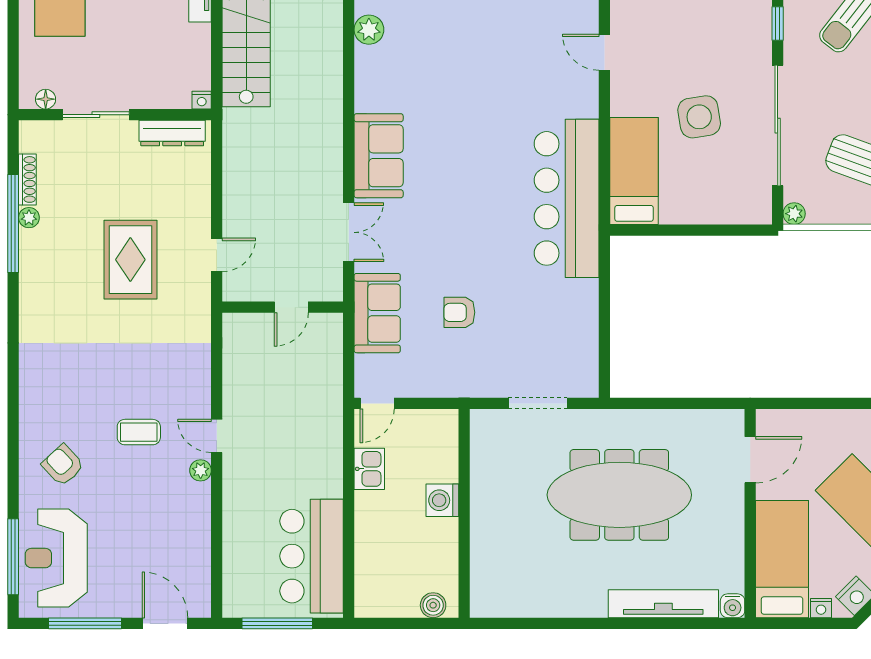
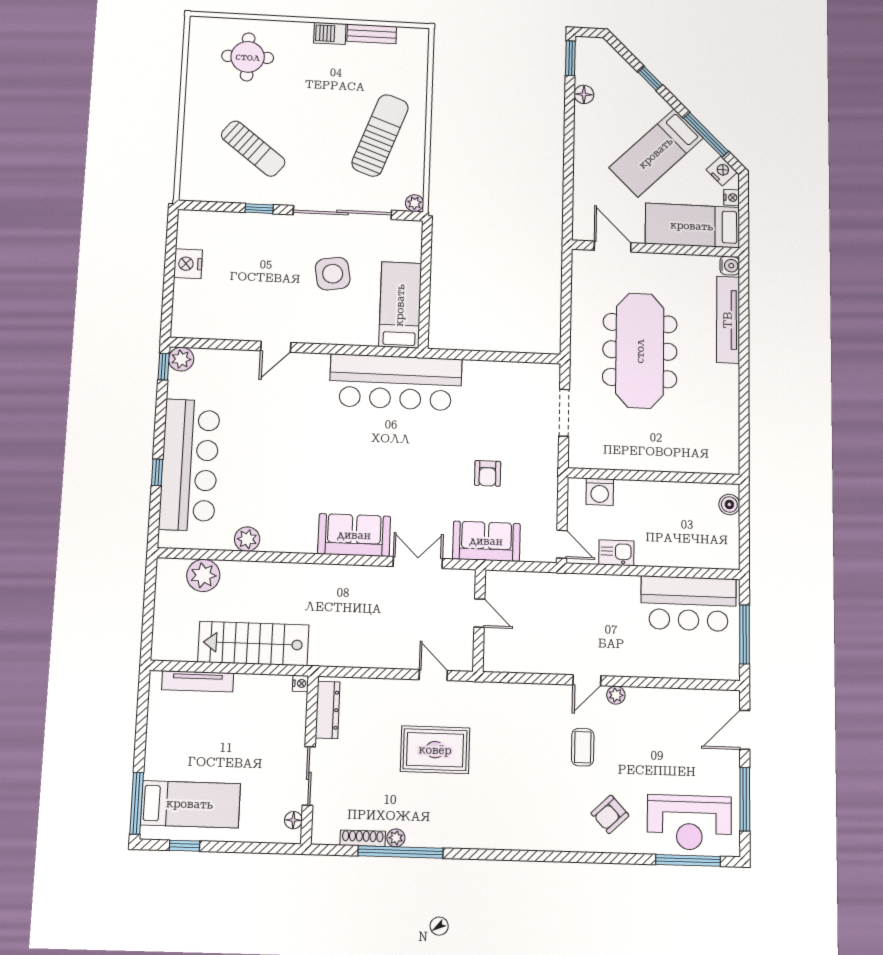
bed: (634, 171) -> (400, 305), moved, turned 90
washing machine: (442, 500) -> (600, 492), moved

